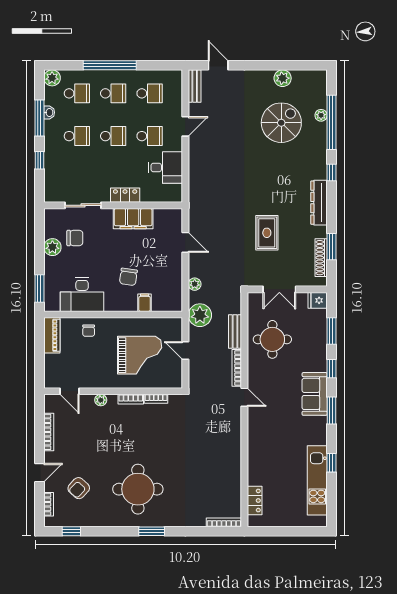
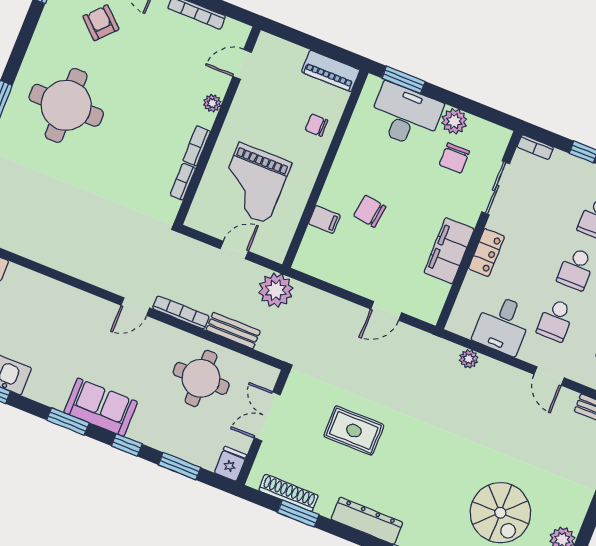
bookcase: (48, 191) -> (535, 147), added
plant: (195, 284) -> (469, 359), moved
desk: (82, 295) -> (405, 115), moved, turned 90

